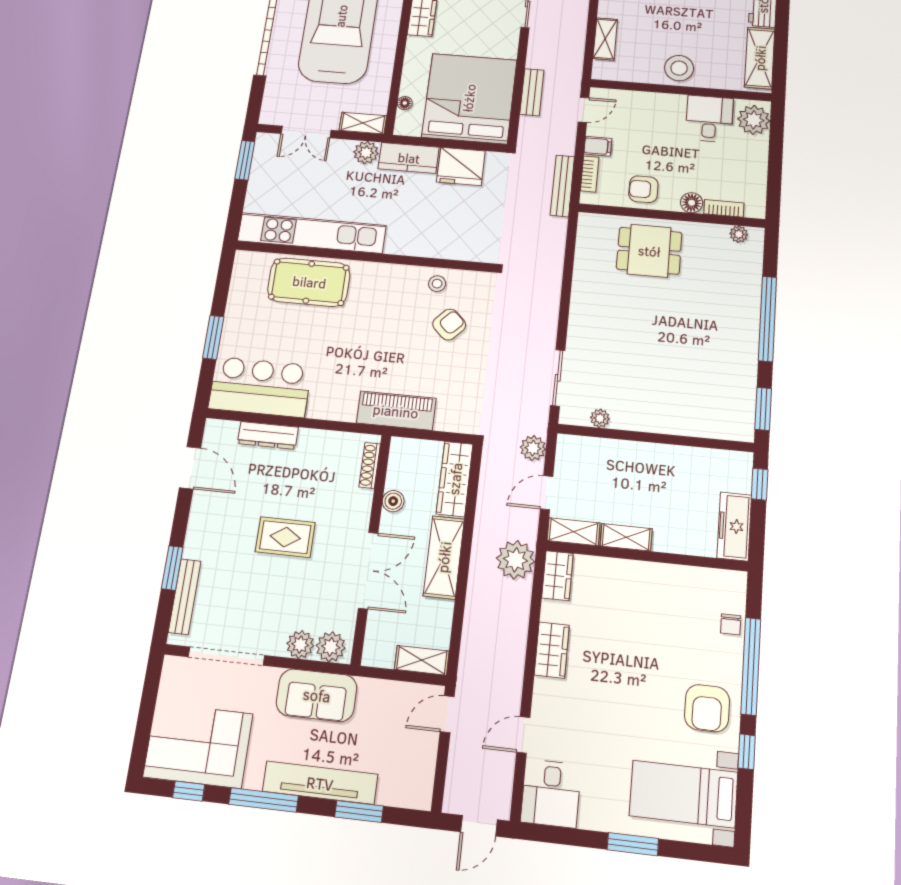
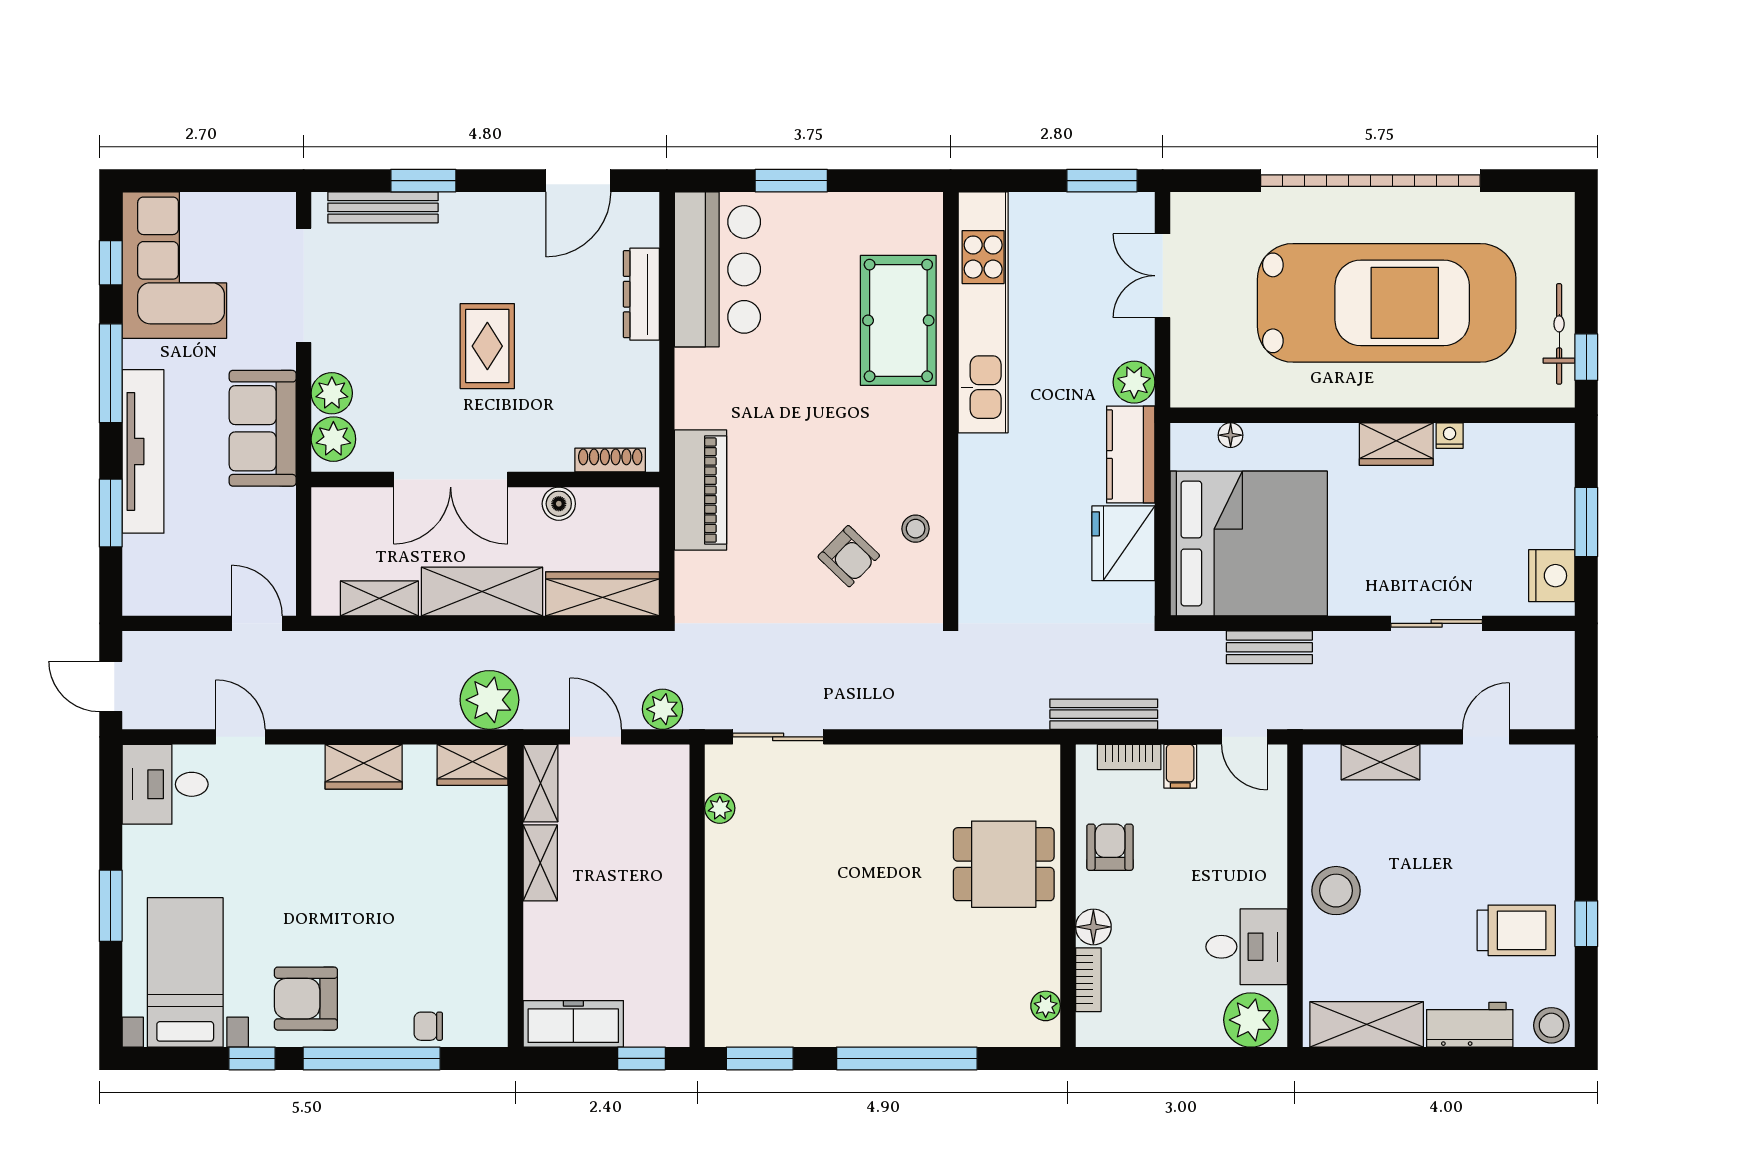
shelving: (363, 123) -> (1187, 369), removed
dining table: (649, 251) -> (1004, 864), turned 90
shelving: (422, 660) -> (379, 598), moved, turned 90

